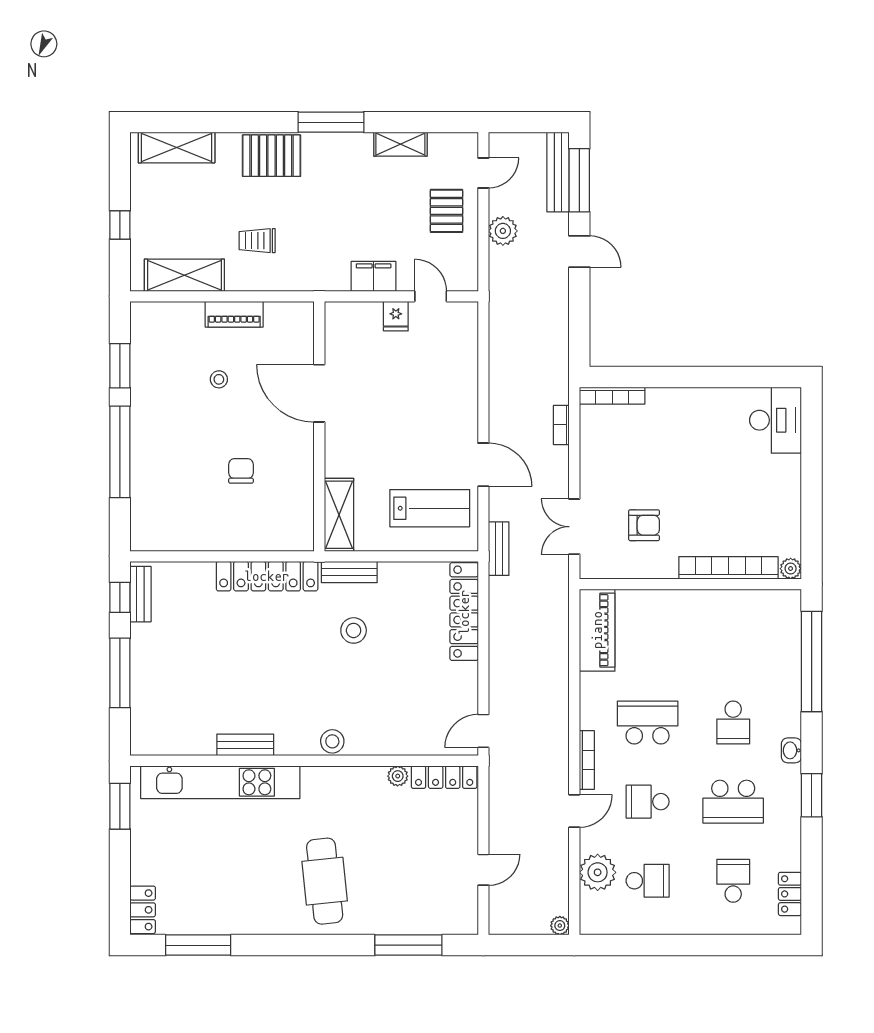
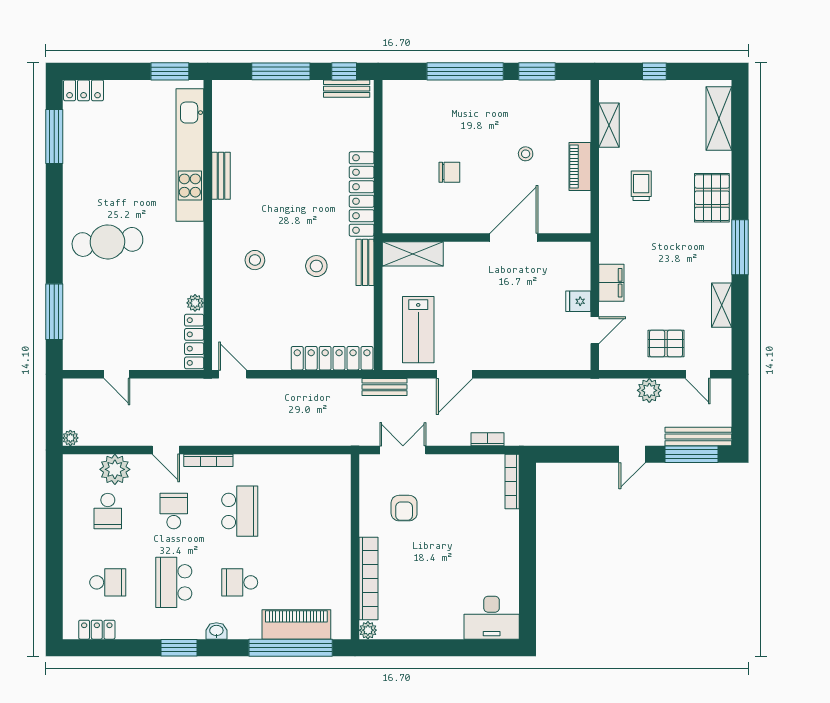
shelving: (184, 275) -> (609, 125), width x0.67, depth x0.75
piano: (597, 630) -> (296, 624), moved, turned 180
stool: (332, 741) -> (255, 260), moved

